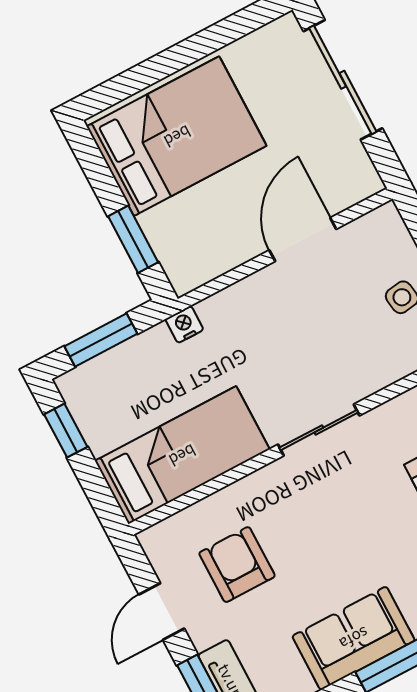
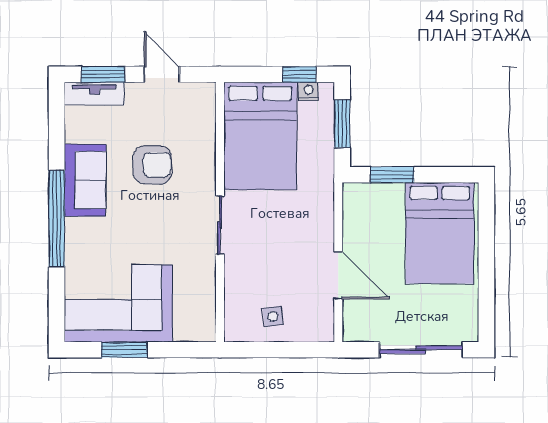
nightstand: (184, 324) -> (308, 91), moved, turned -90
bed: (182, 455) -> (260, 136), width x1.50
armchair: (237, 565) -> (152, 165), moved

